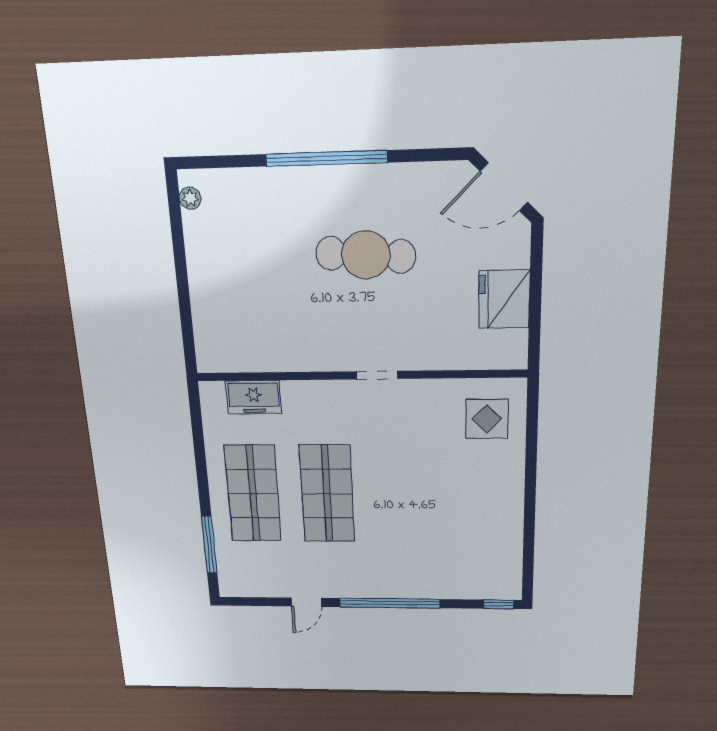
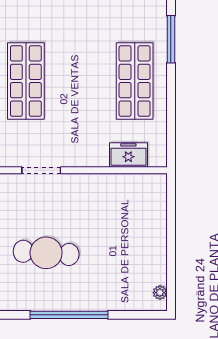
doorway: (377, 375) -> (41, 170), width x1.38
shop shelf: (327, 494) -> (26, 81), moved

